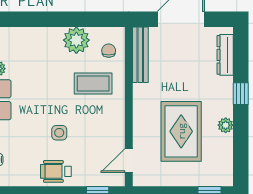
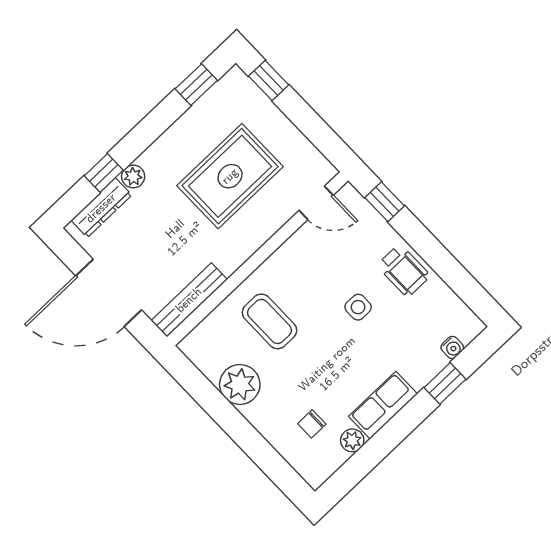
chair: (109, 51) -> (312, 424), moved
window: (241, 94) -> (104, 173), moved
plant: (226, 125) -> (133, 176), moved
window: (241, 157) -> (196, 85), added

